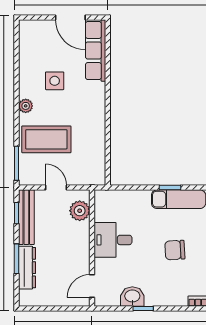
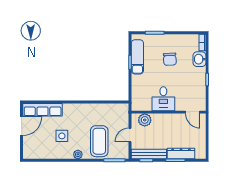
washbasin: (132, 297) -> (199, 59), moved

